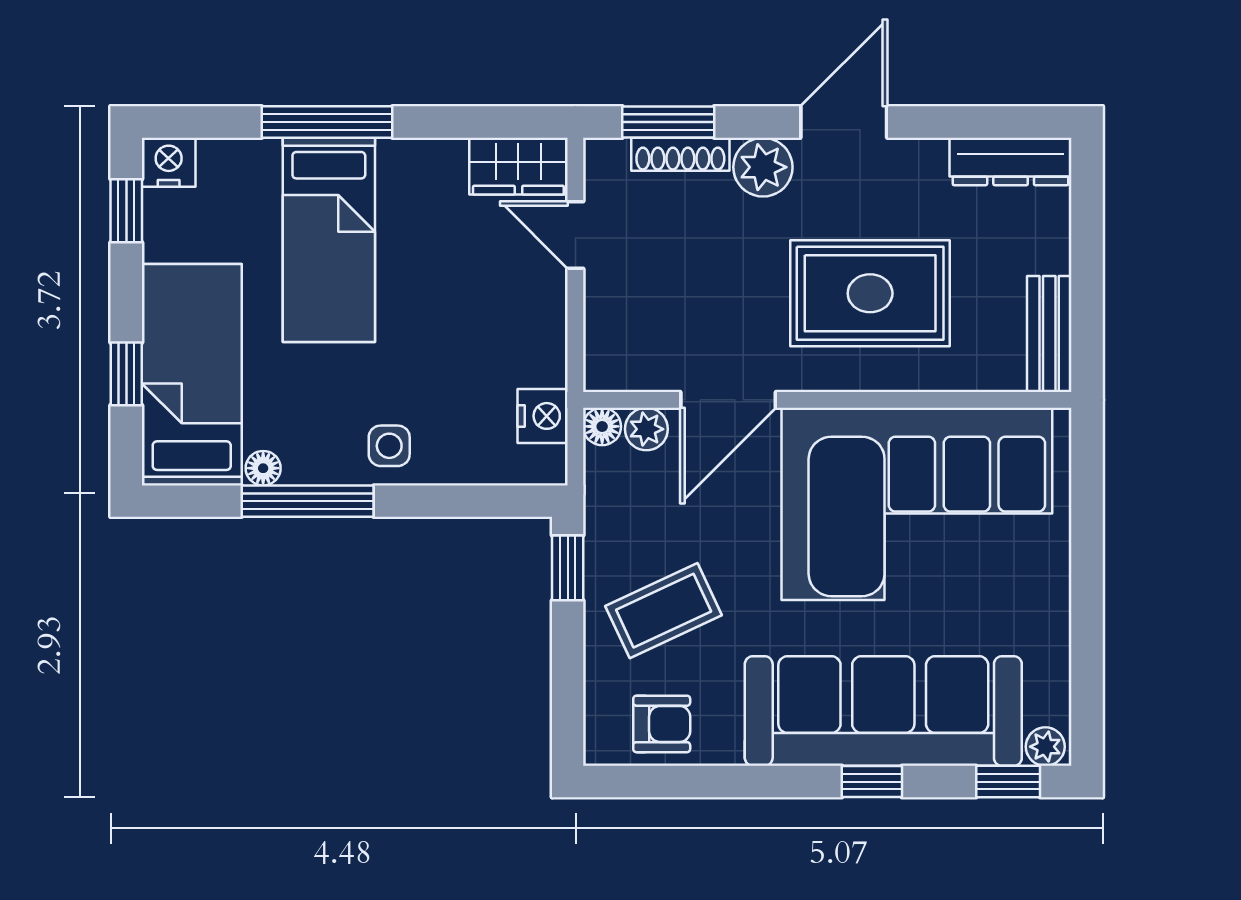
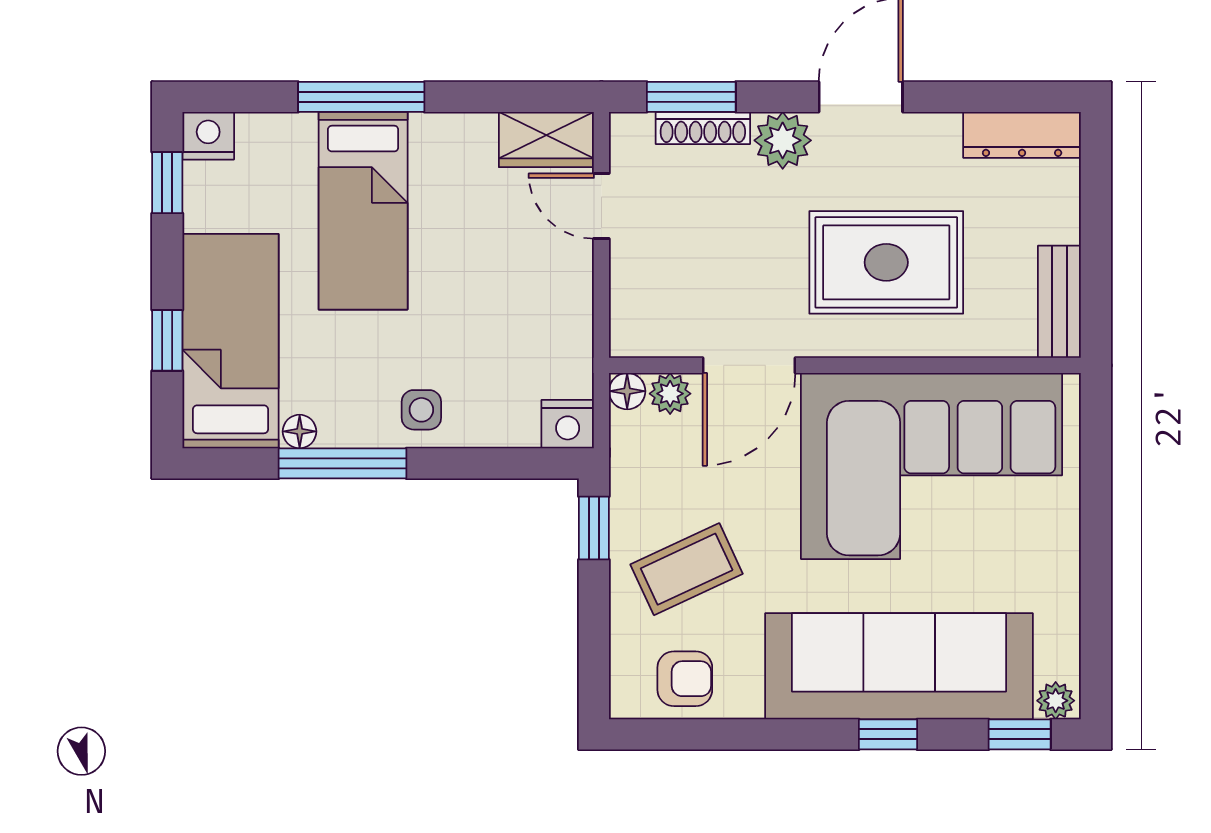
nightstand: (543, 416) -> (568, 424), moved, turned 90

